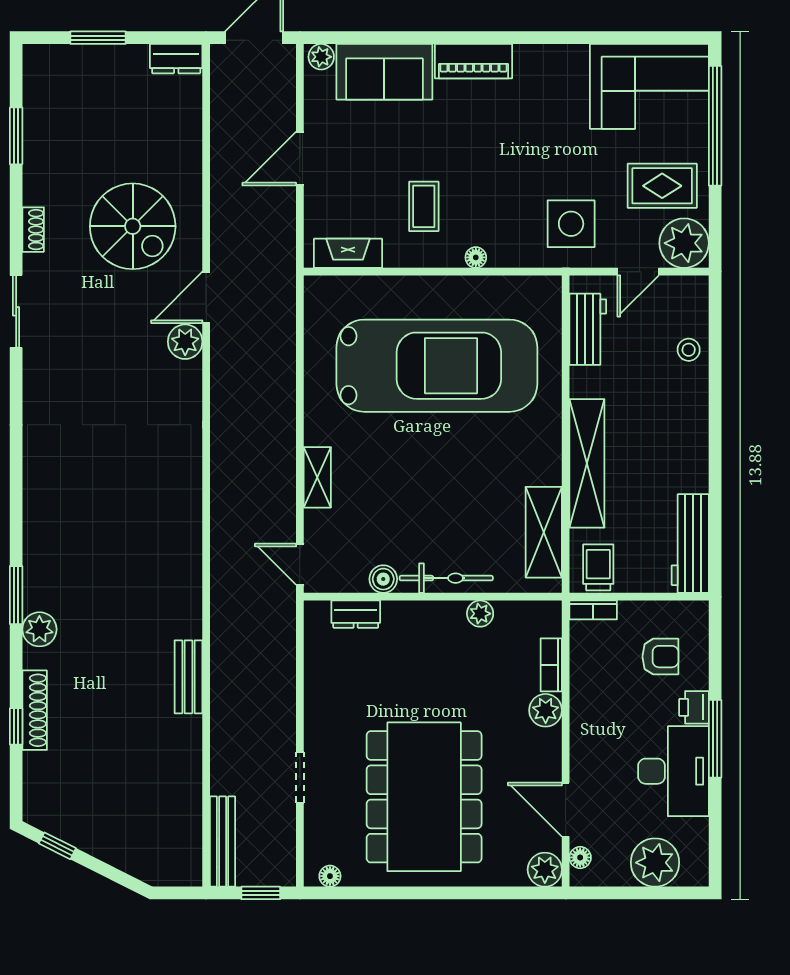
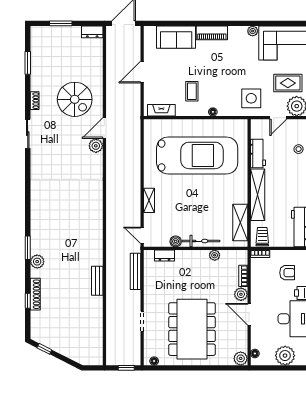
plant: (321, 57) -> (253, 31), moved
workbench: (588, 329) -> (258, 154), moved
door: (566, 810) -> (249, 314), moved
bench: (223, 842) -> (135, 271), moved

